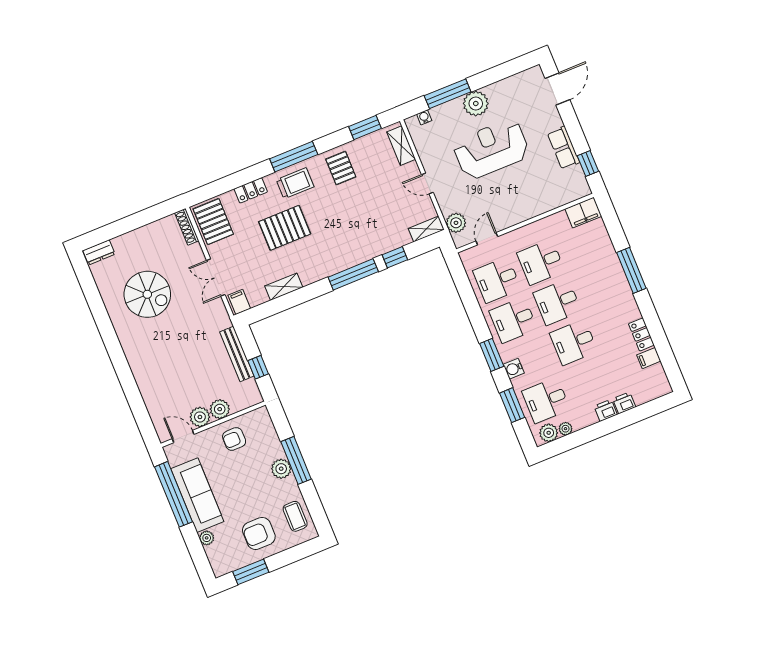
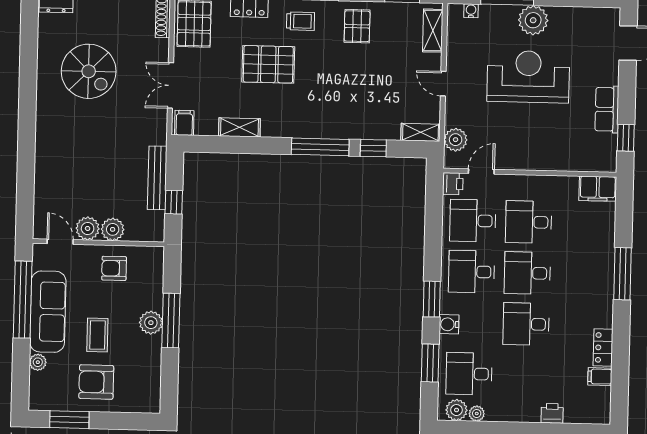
trolley: (295, 183) -> (301, 21), width x0.73, depth x0.72
printer: (606, 410) -> (453, 184), moved, turned 90
coffee table: (295, 516) -> (97, 335), moved

